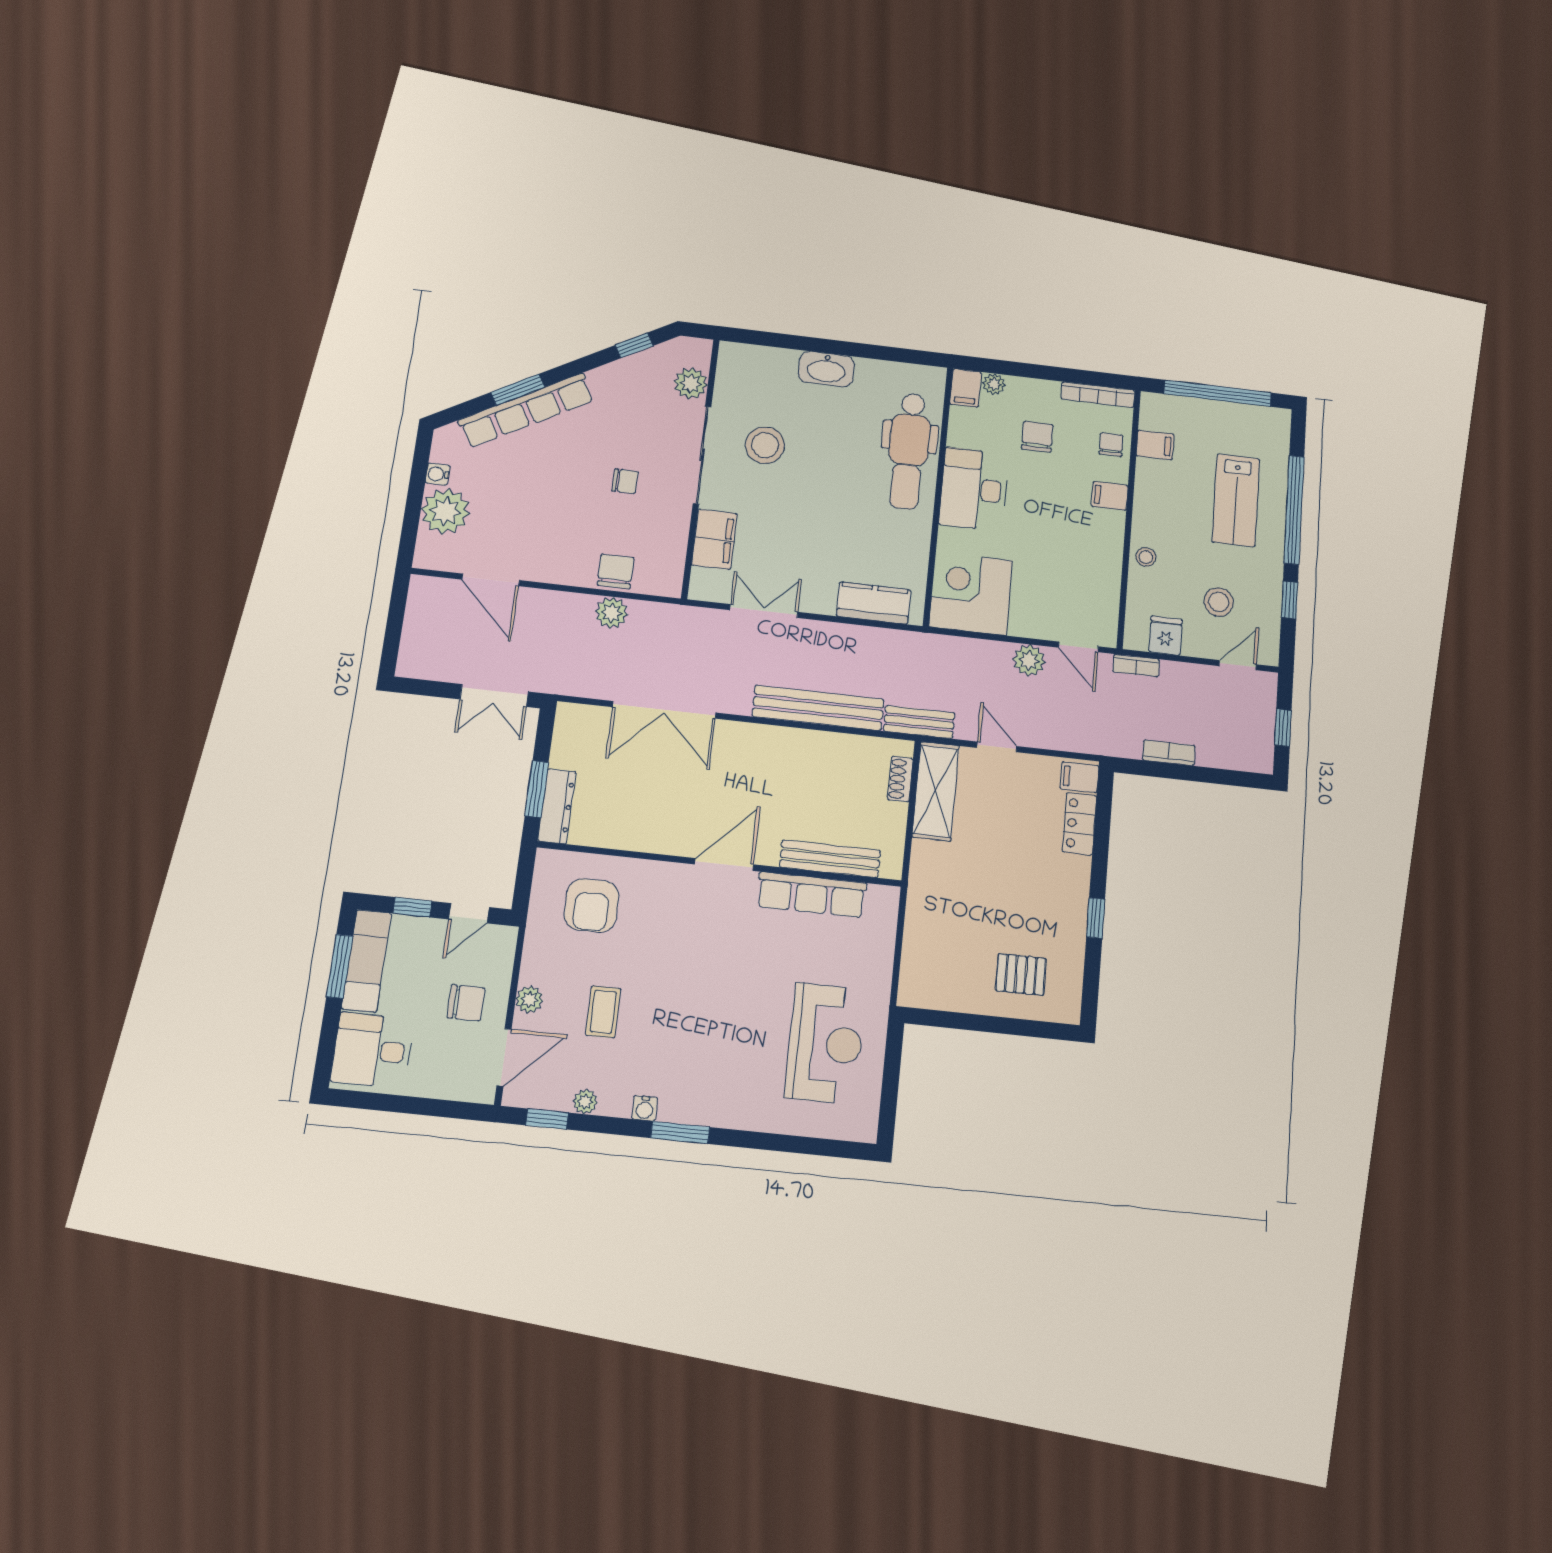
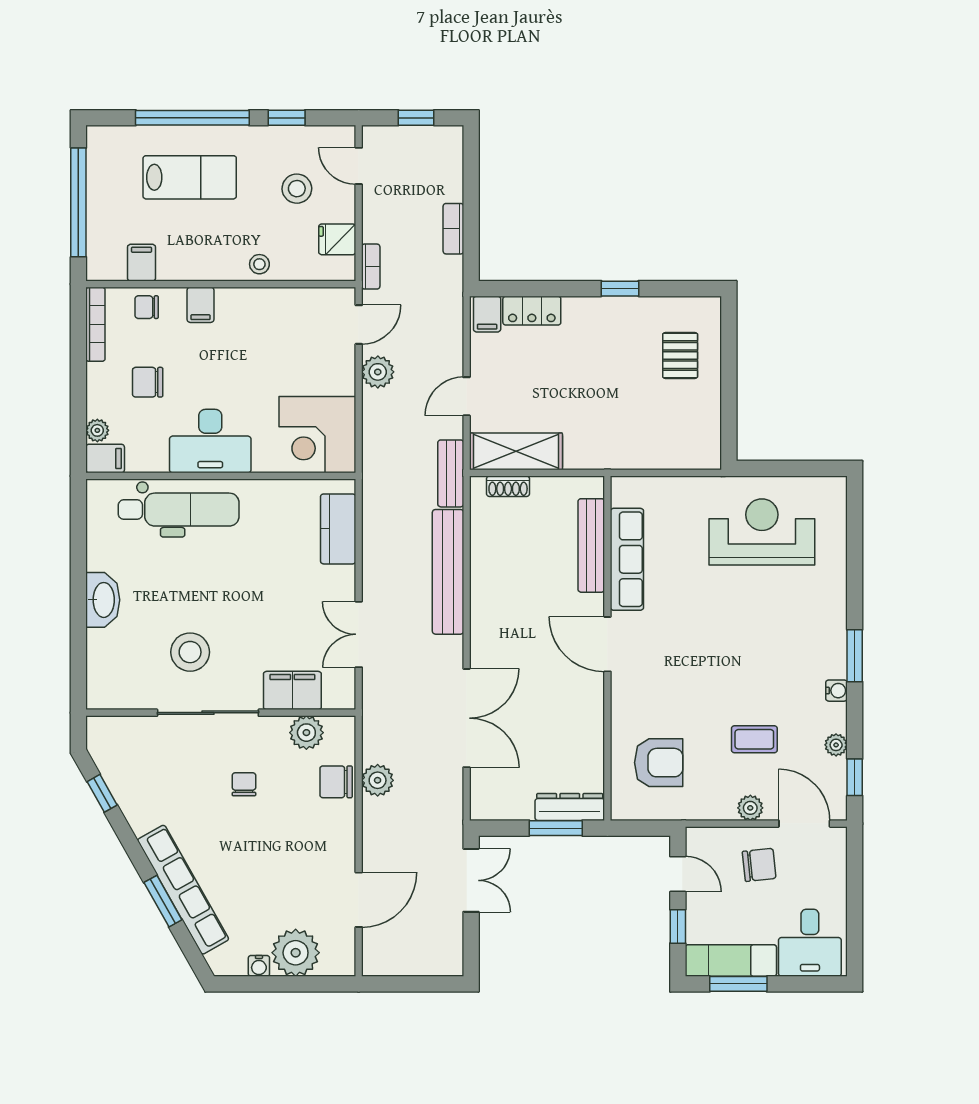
plant: (691, 383) -> (306, 733), moved
chair: (466, 1003) -> (759, 865), turned 84

